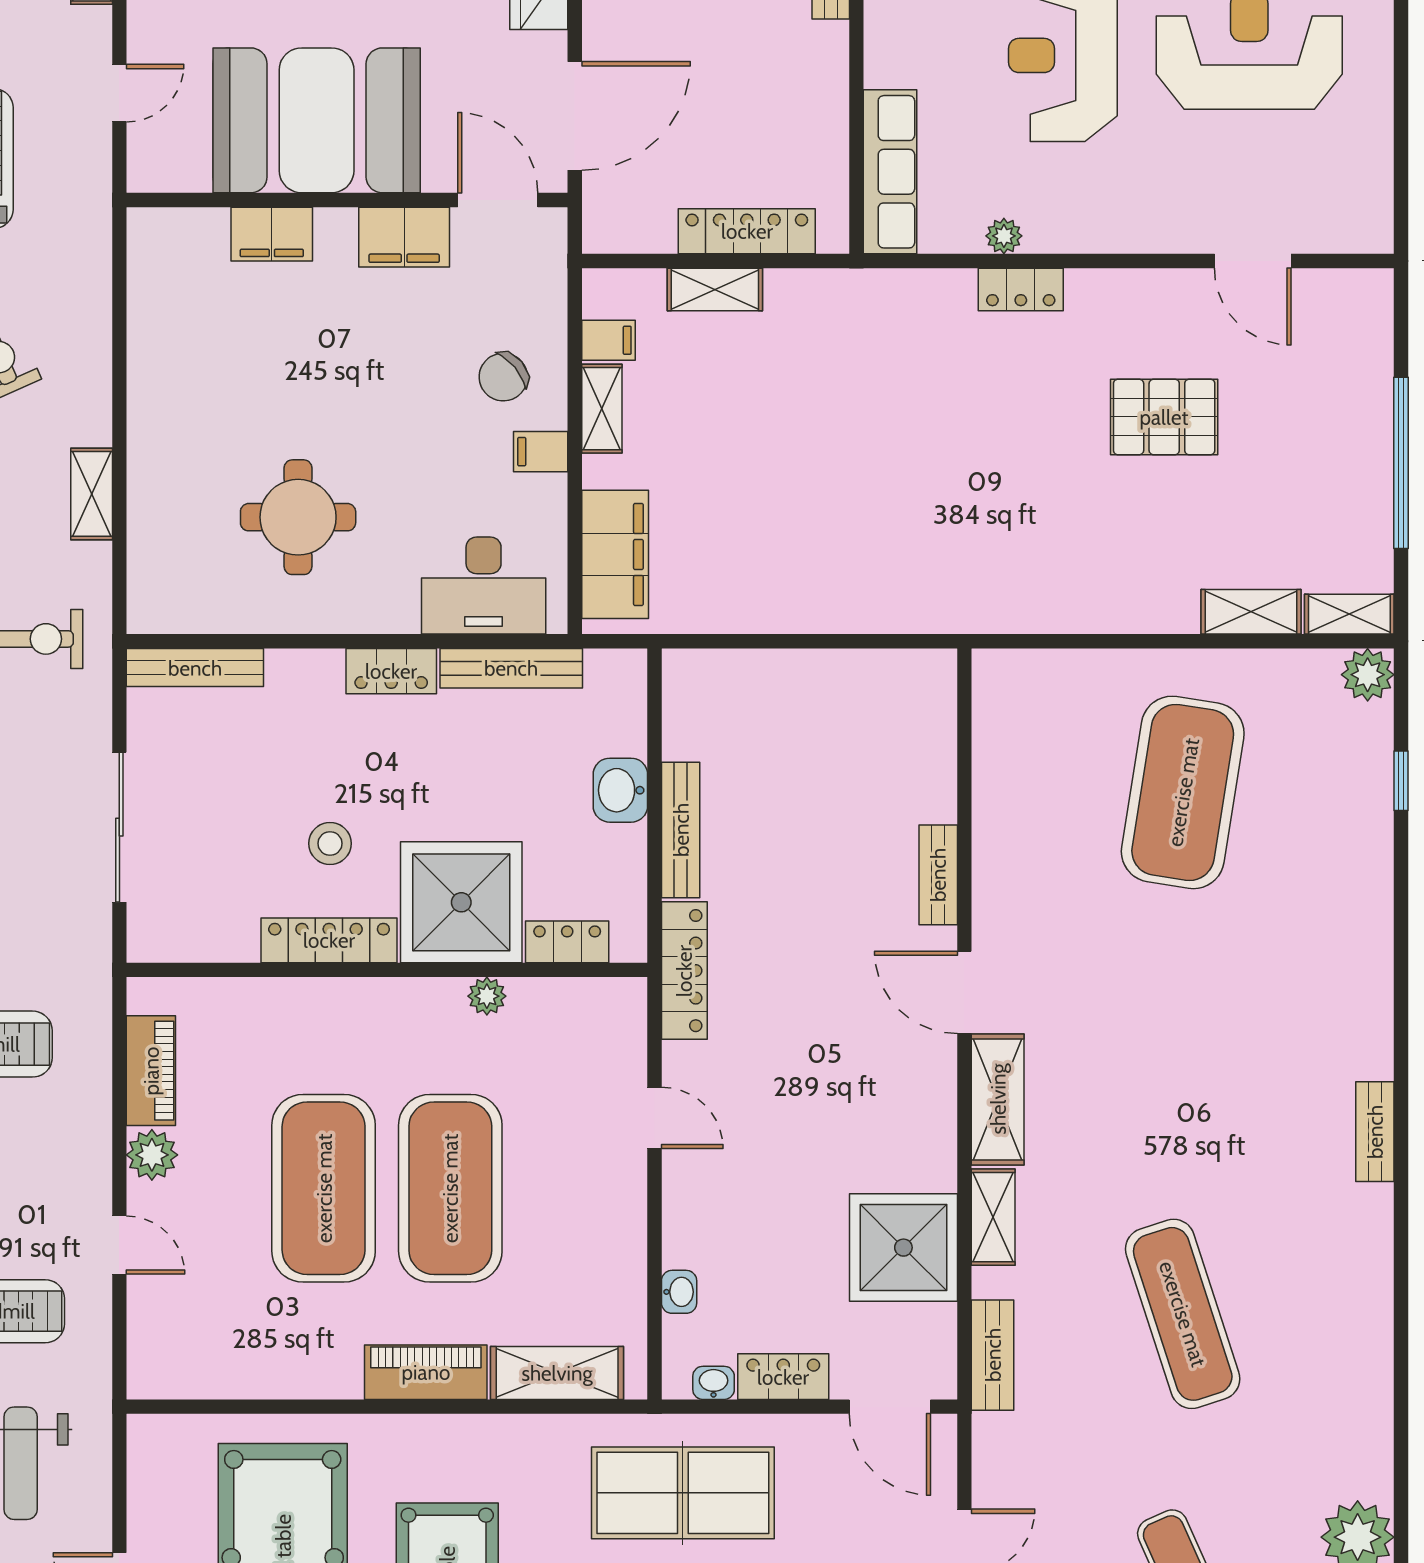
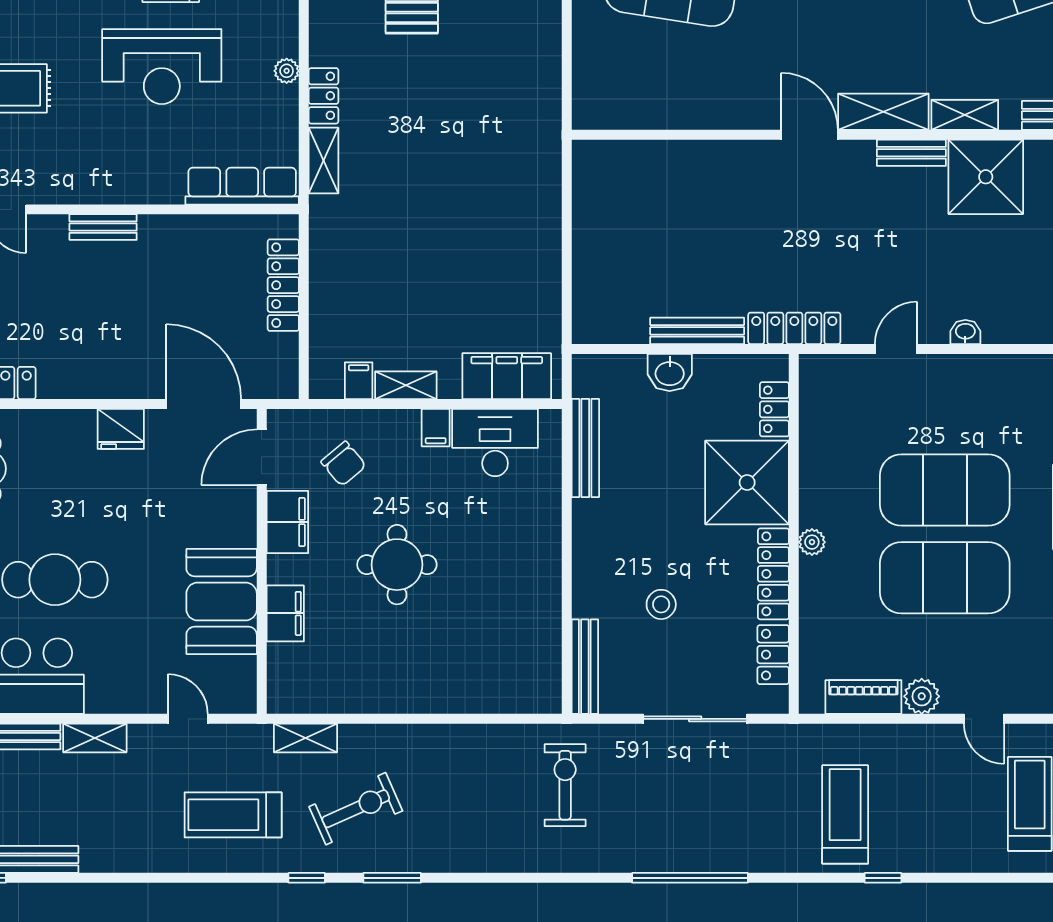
booth: (317, 120) -> (222, 601), width x0.73, depth x0.70
plant: (1004, 236) -> (287, 71), moved
shelving: (715, 289) -> (324, 161), moved
chair: (503, 377) -> (344, 464), moved
shelving: (92, 494) -> (305, 738), moved
round table: (298, 517) -> (397, 565), moved
desk: (484, 586) -> (495, 443), moved, turned -90
locker: (391, 671) -> (773, 655), moved, turned 180
stool: (330, 843) -> (661, 604), moved
bench: (938, 875) -> (911, 153), moved
door: (964, 992) -> (809, 135), swing flipped
plant: (487, 996) -> (812, 542), moved
door: (119, 1245) -> (984, 719), swing flipped
washbasin: (679, 1292) -> (965, 332), moved

